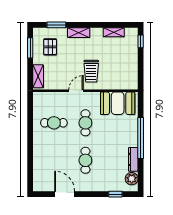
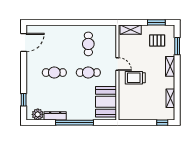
door: (65, 194) -> (24, 43), moved

